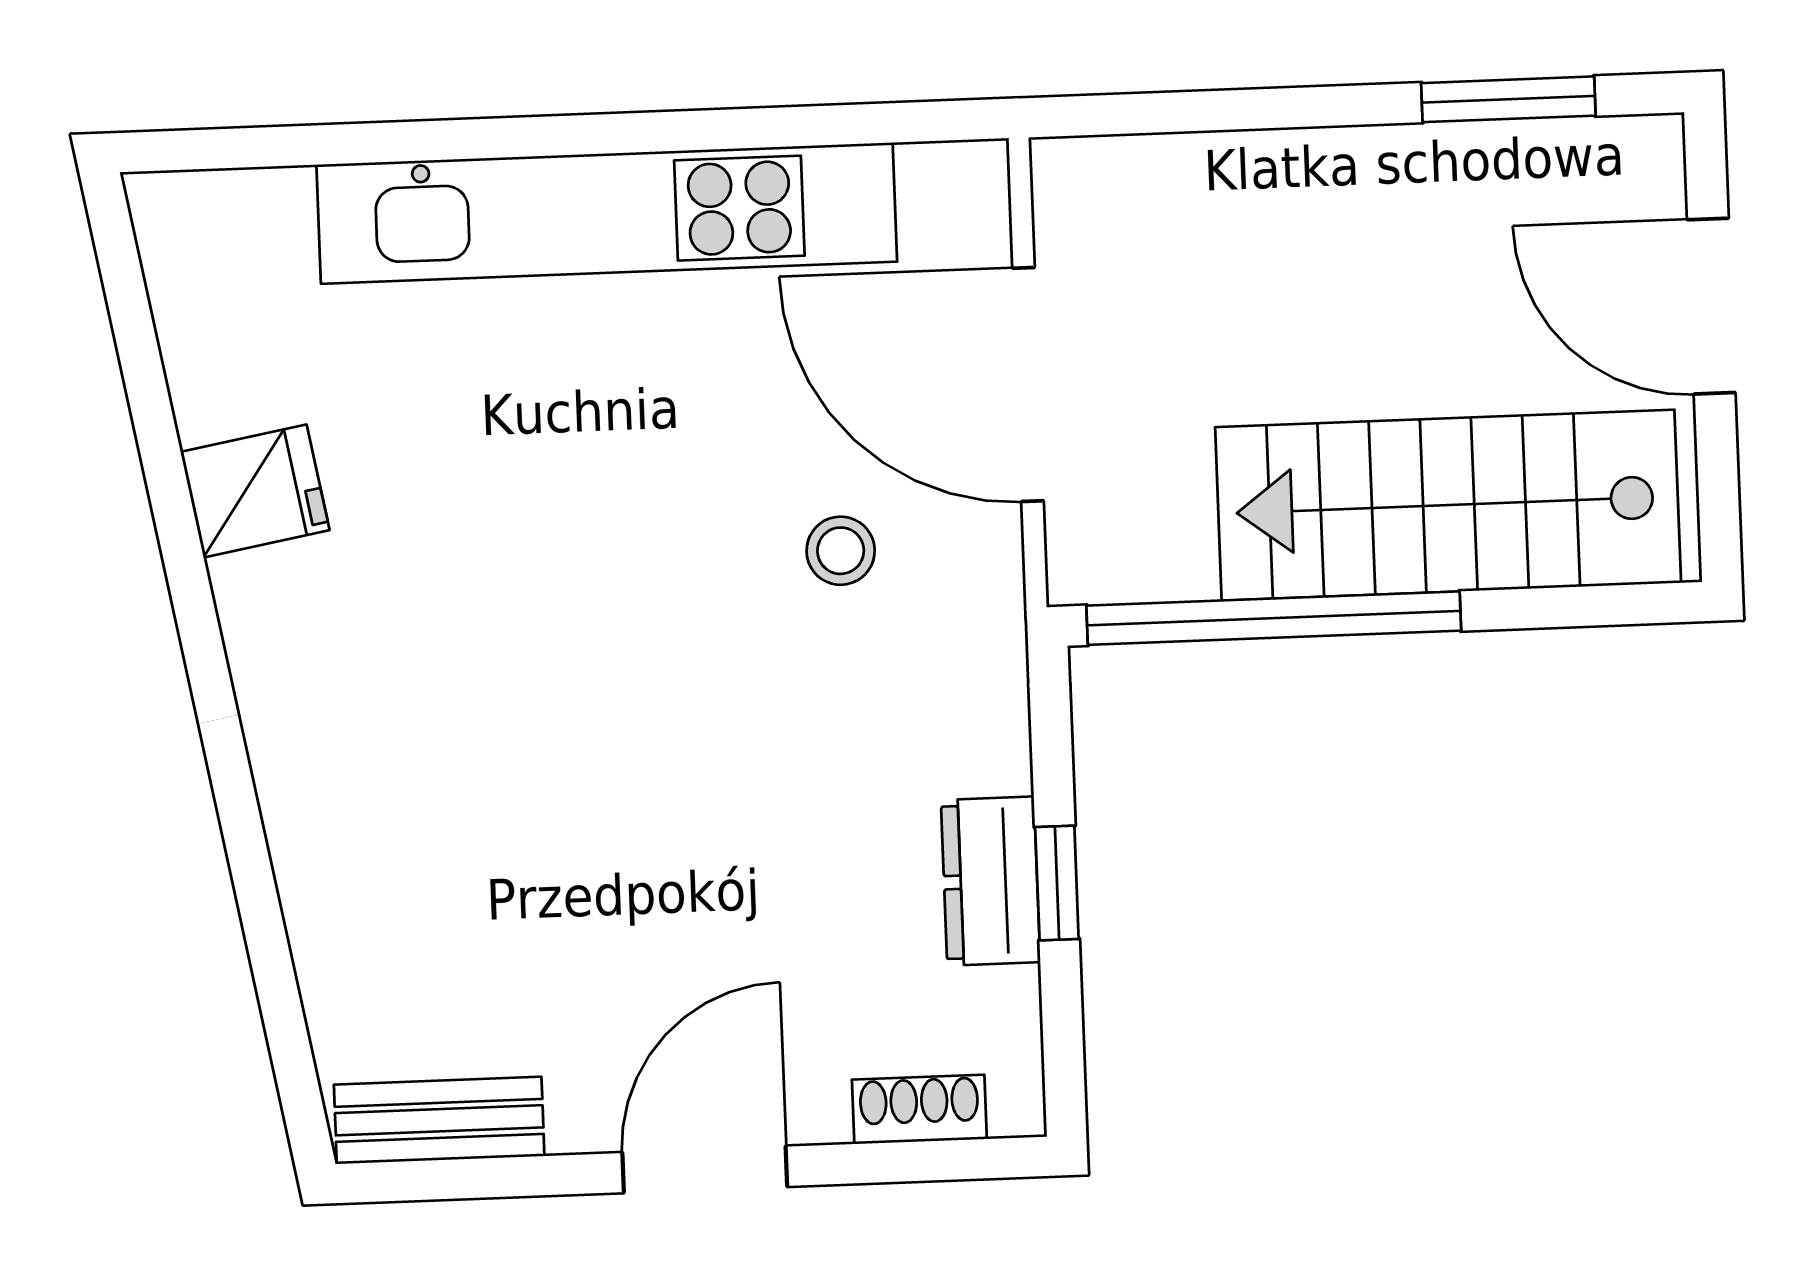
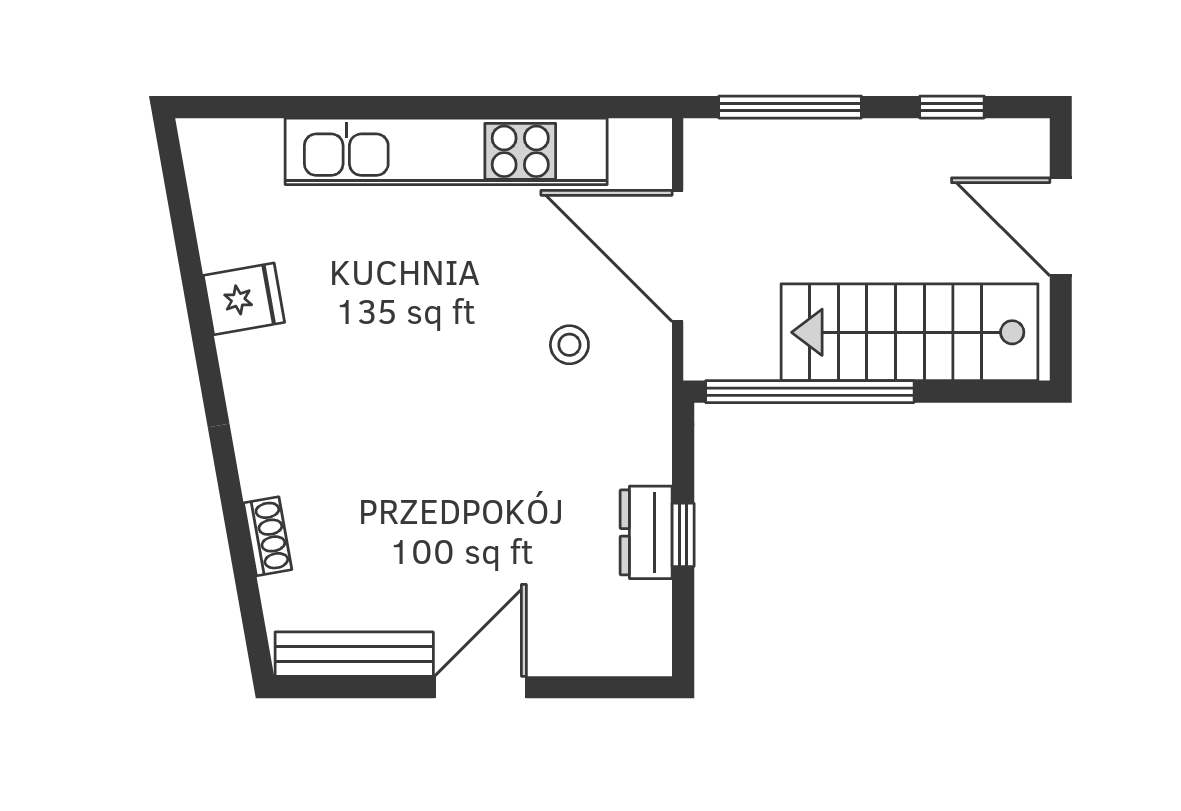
window: (1508, 99) -> (952, 107), width x0.67
window: (1219, 110) -> (790, 107), added
shoe rack: (919, 1109) -> (268, 536), moved, turned 80
bench: (439, 1120) -> (354, 654), width x1.36

